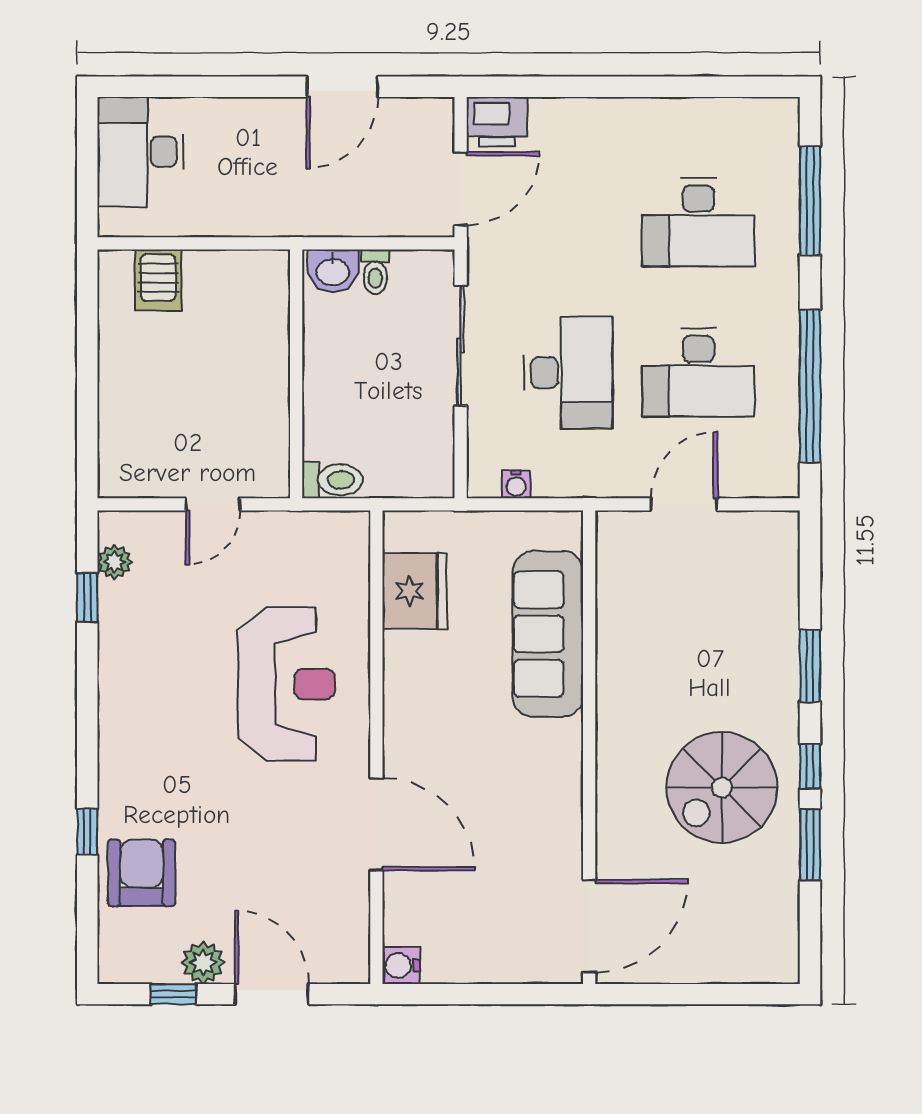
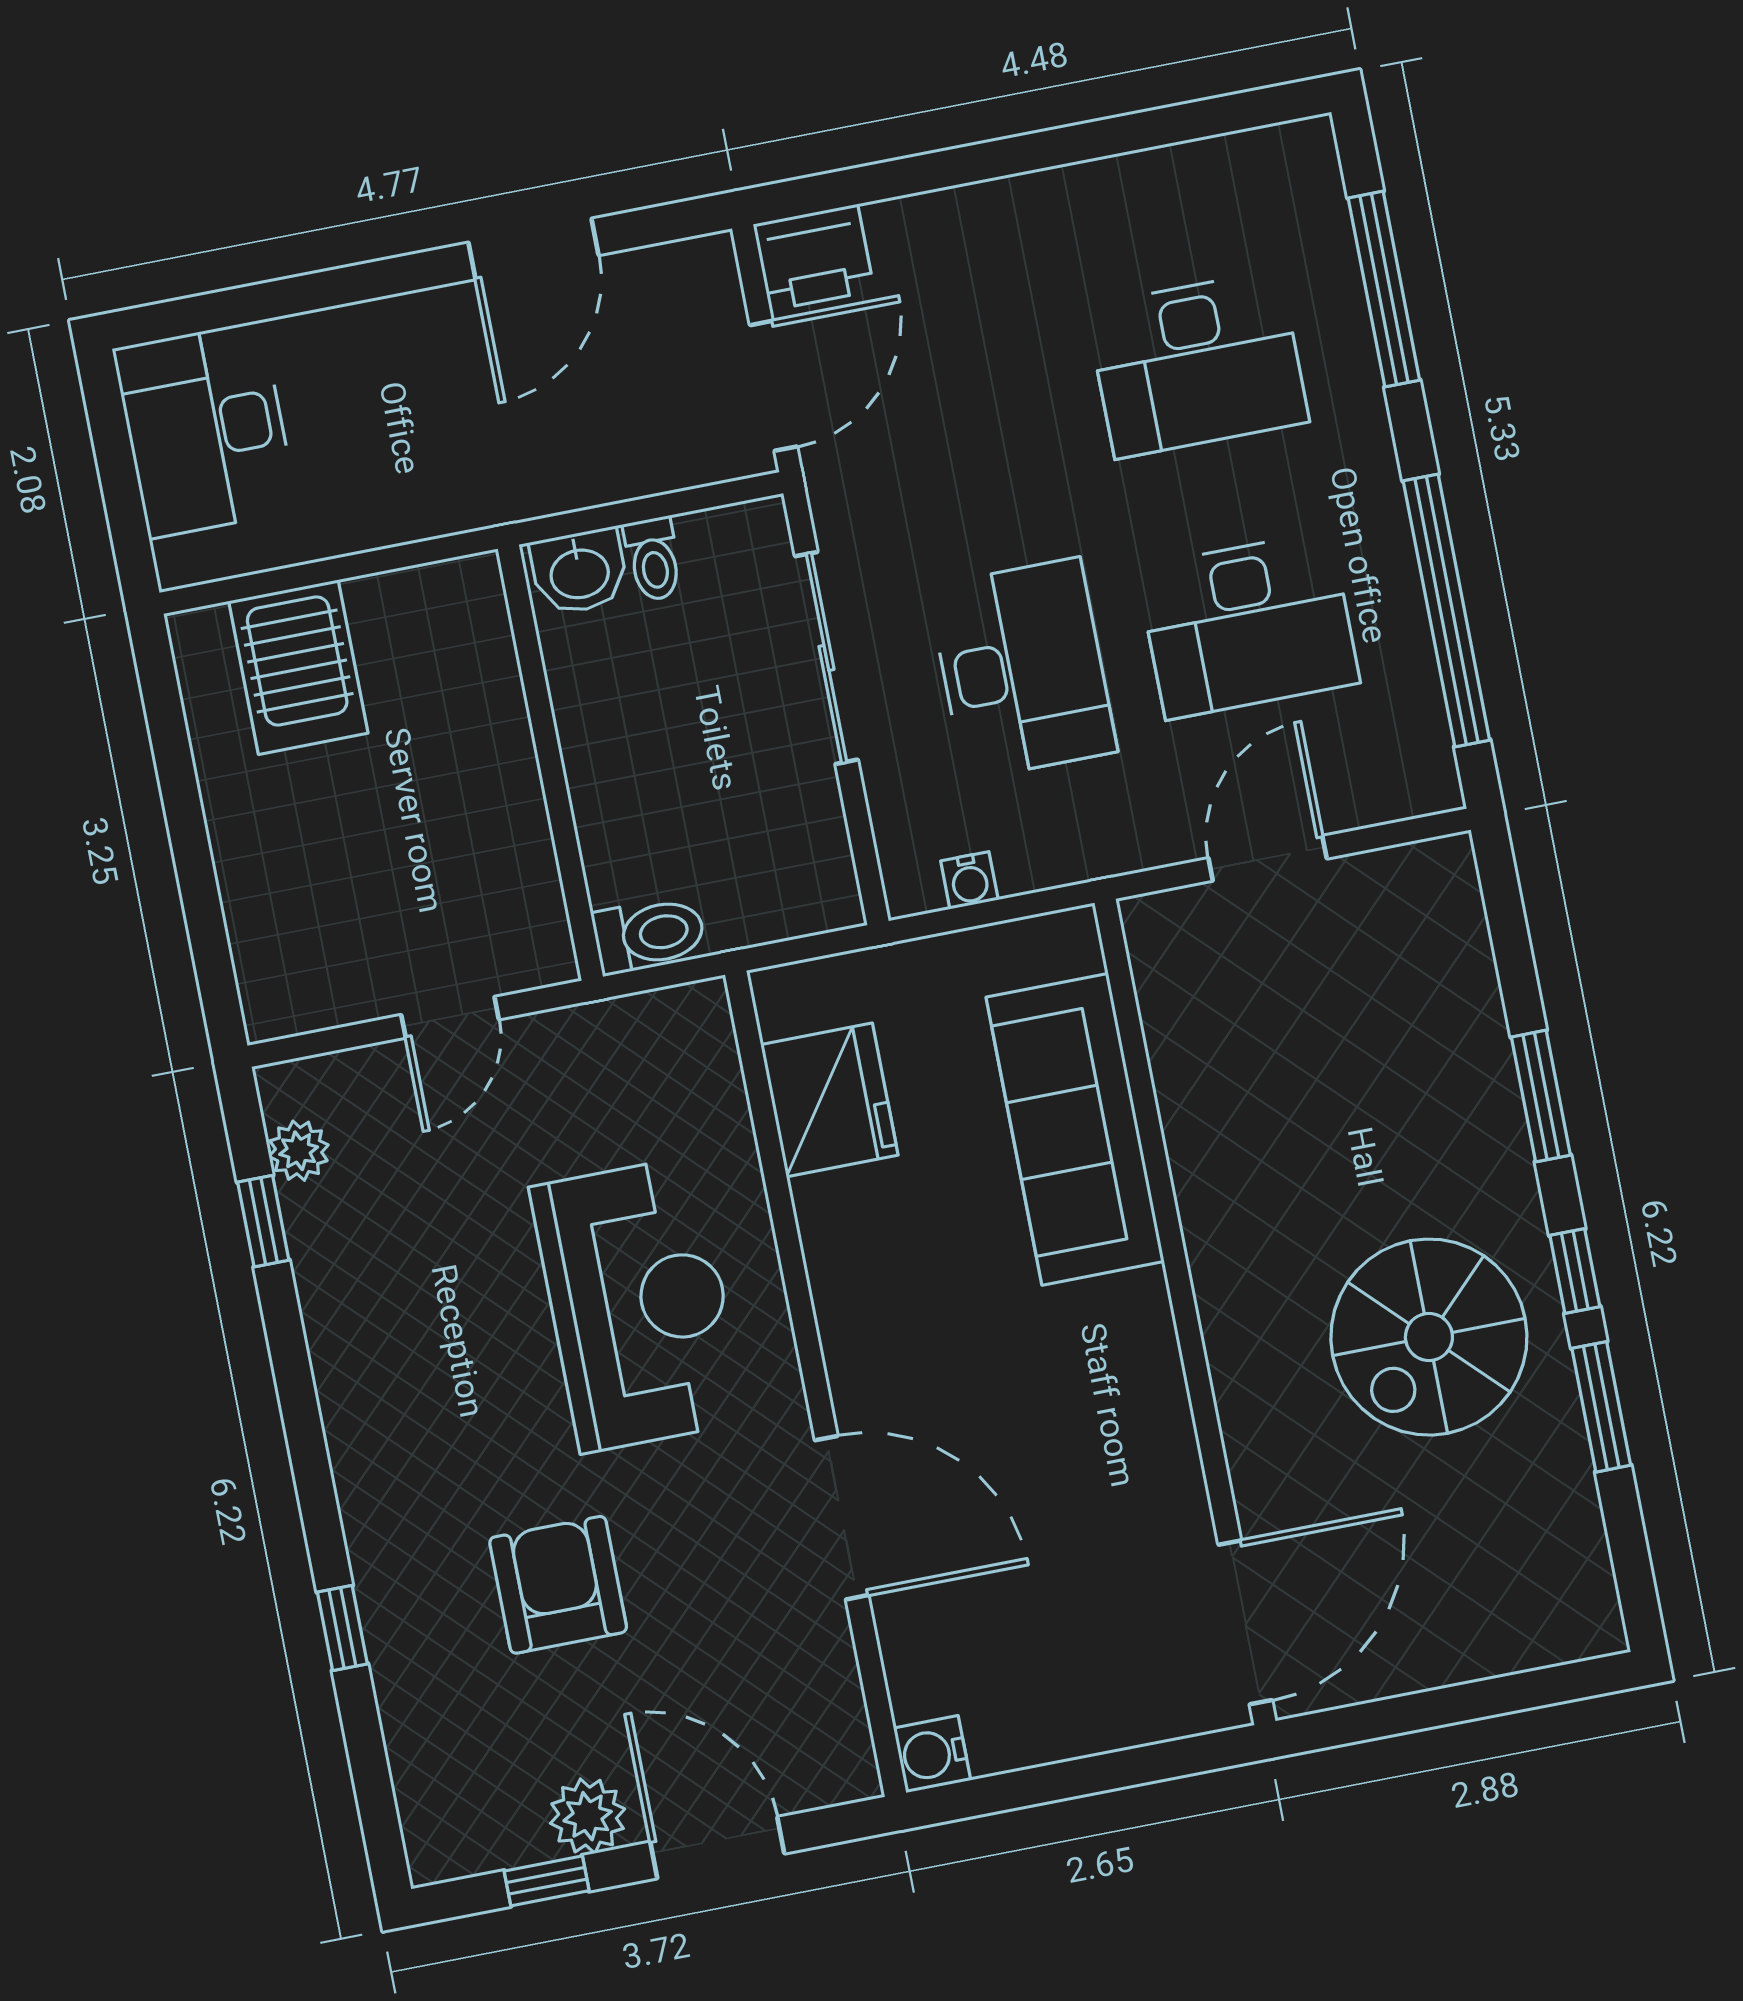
server rack: (158, 280) -> (298, 667), width x1.36, depth x1.44
armchair: (142, 873) -> (558, 1585), moved

